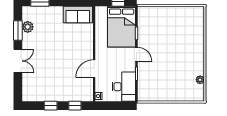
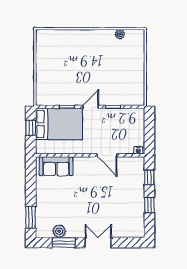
sofa: (78, 14) -> (56, 166), moved, turned 90
desk: (124, 87) -> (128, 121), removed

